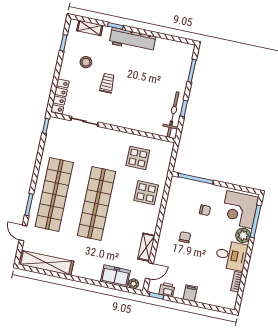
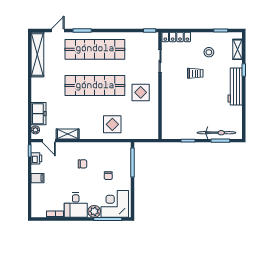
bicycle: (173, 115) -> (217, 133), moved
display table: (138, 158) -> (141, 92), moved

